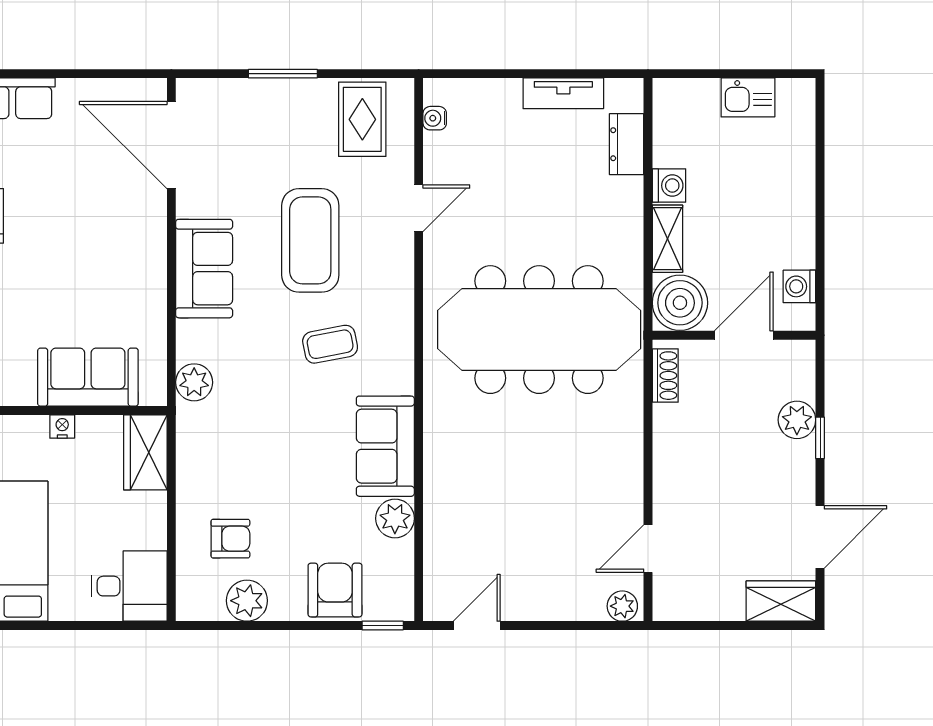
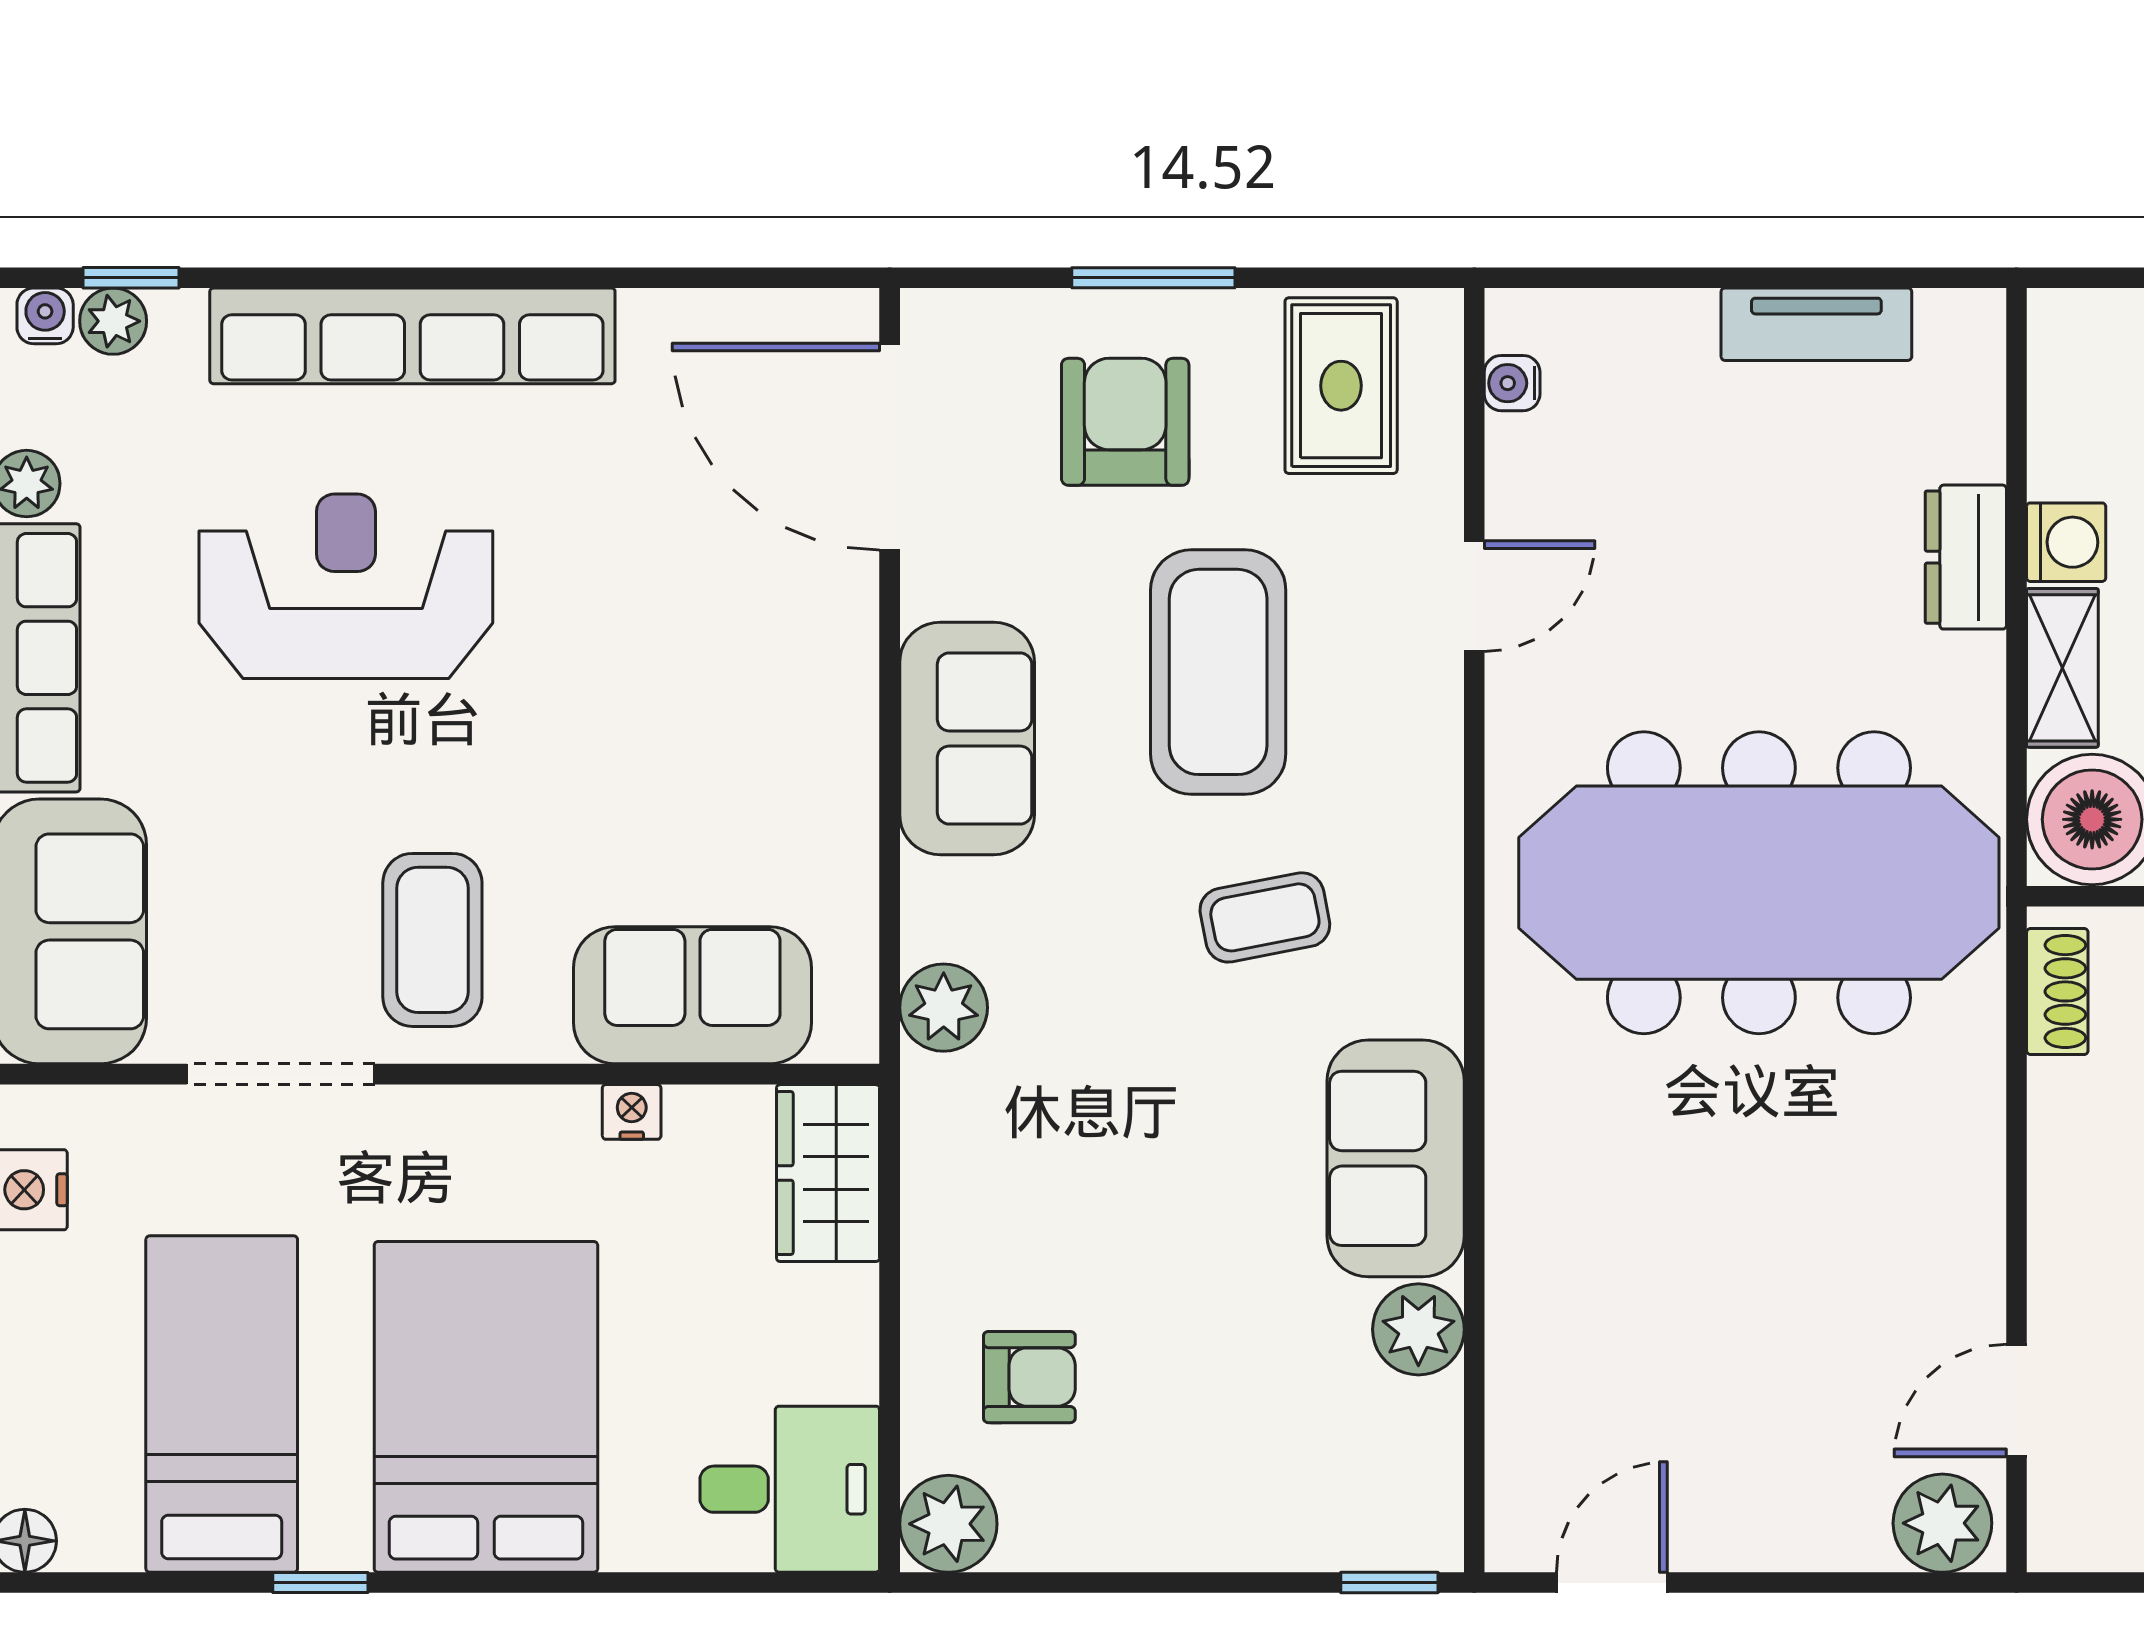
dresser: (627, 144) -> (1966, 557), moved
armchair: (335, 590) -> (1125, 422), moved
plant: (247, 601) -> (948, 1524), moved
plant: (622, 606) -> (1942, 1523), width x1.38, depth x1.38

